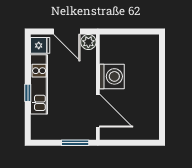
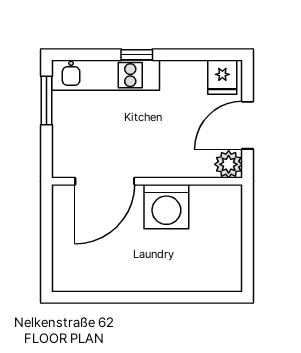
kitchen unit: (39, 84) -> (106, 75), moved
window: (75, 143) -> (47, 101), moved

